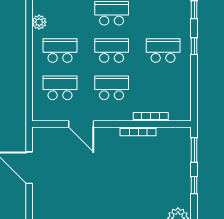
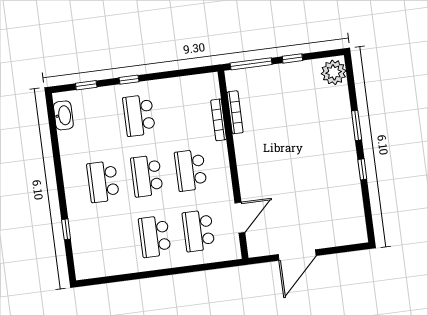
plant: (39, 22) -> (125, 265), removed
door: (81, 124) -> (240, 218), moved
bookcase: (138, 131) -> (235, 112), moved
window: (194, 150) -> (251, 64), width x1.44

